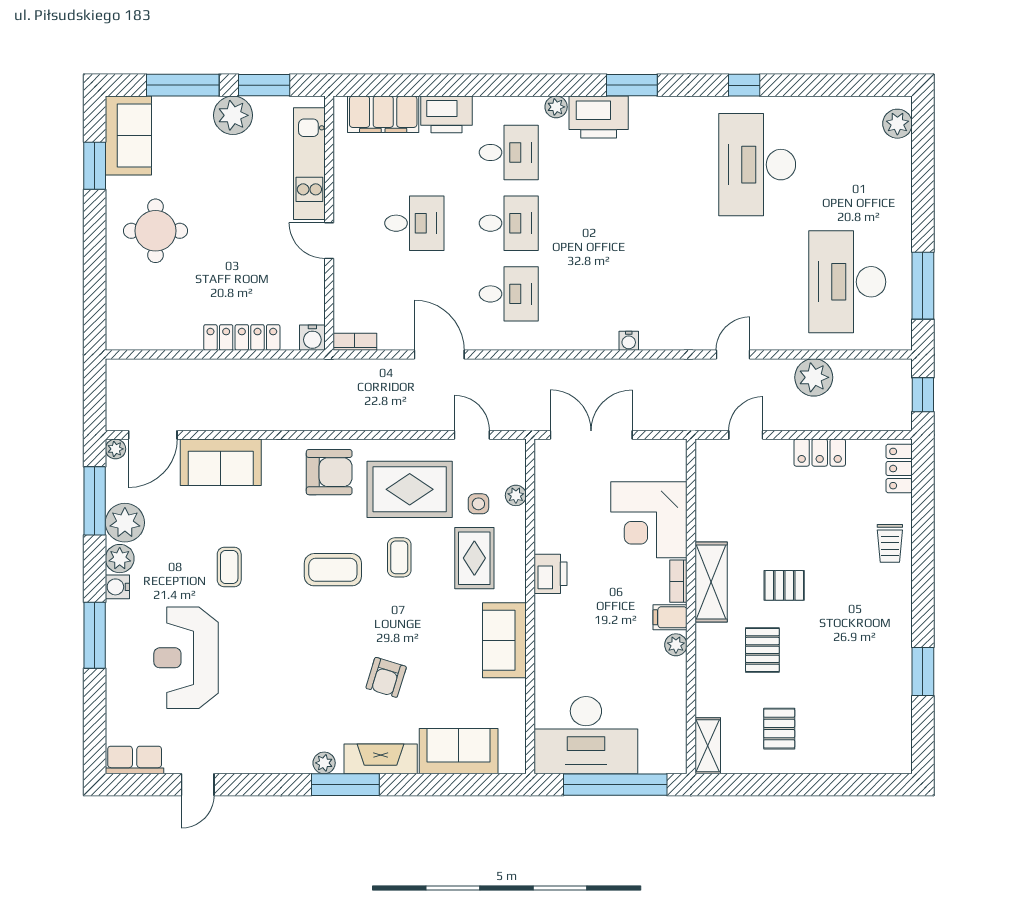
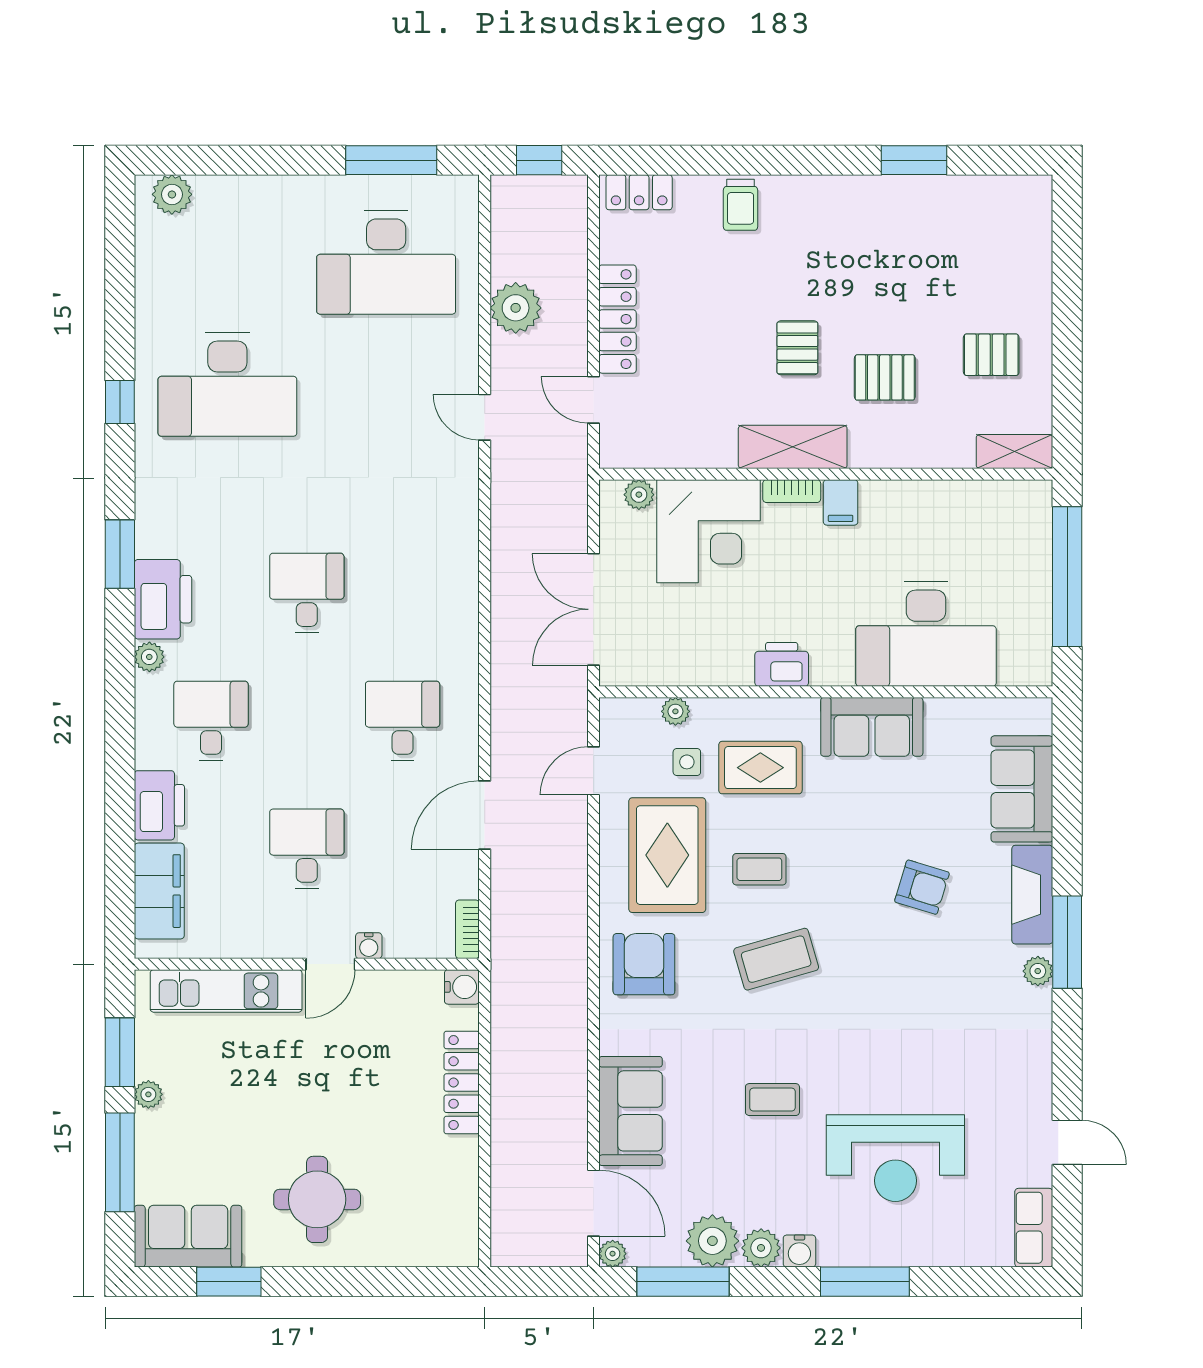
plant: (233, 115) -> (148, 1094), width x0.53, depth x0.53
desk: (509, 223) -> (307, 593), moved
water cooler: (629, 341) -> (369, 946), moved, turned 90
locker: (820, 453) -> (617, 319), width x1.53
trolley: (890, 543) -> (741, 205), turned 90
coffee table: (333, 570) -> (776, 959), turned 74
plant: (676, 645) -> (639, 495), moved
desk: (586, 735) -> (926, 634), moved, turned 90

